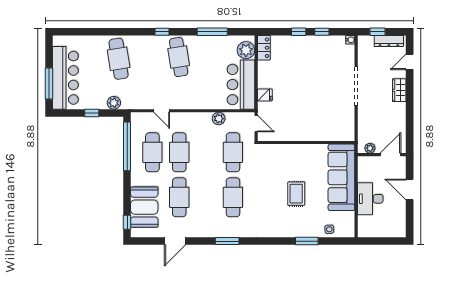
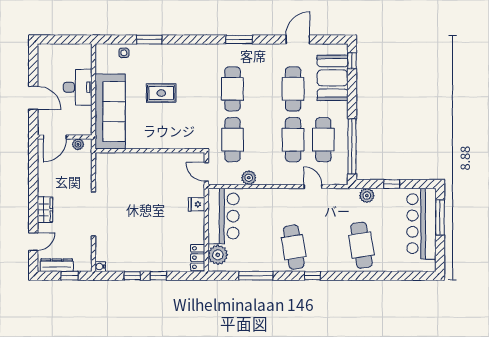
rug: (296, 194) -> (161, 93), turned 90

